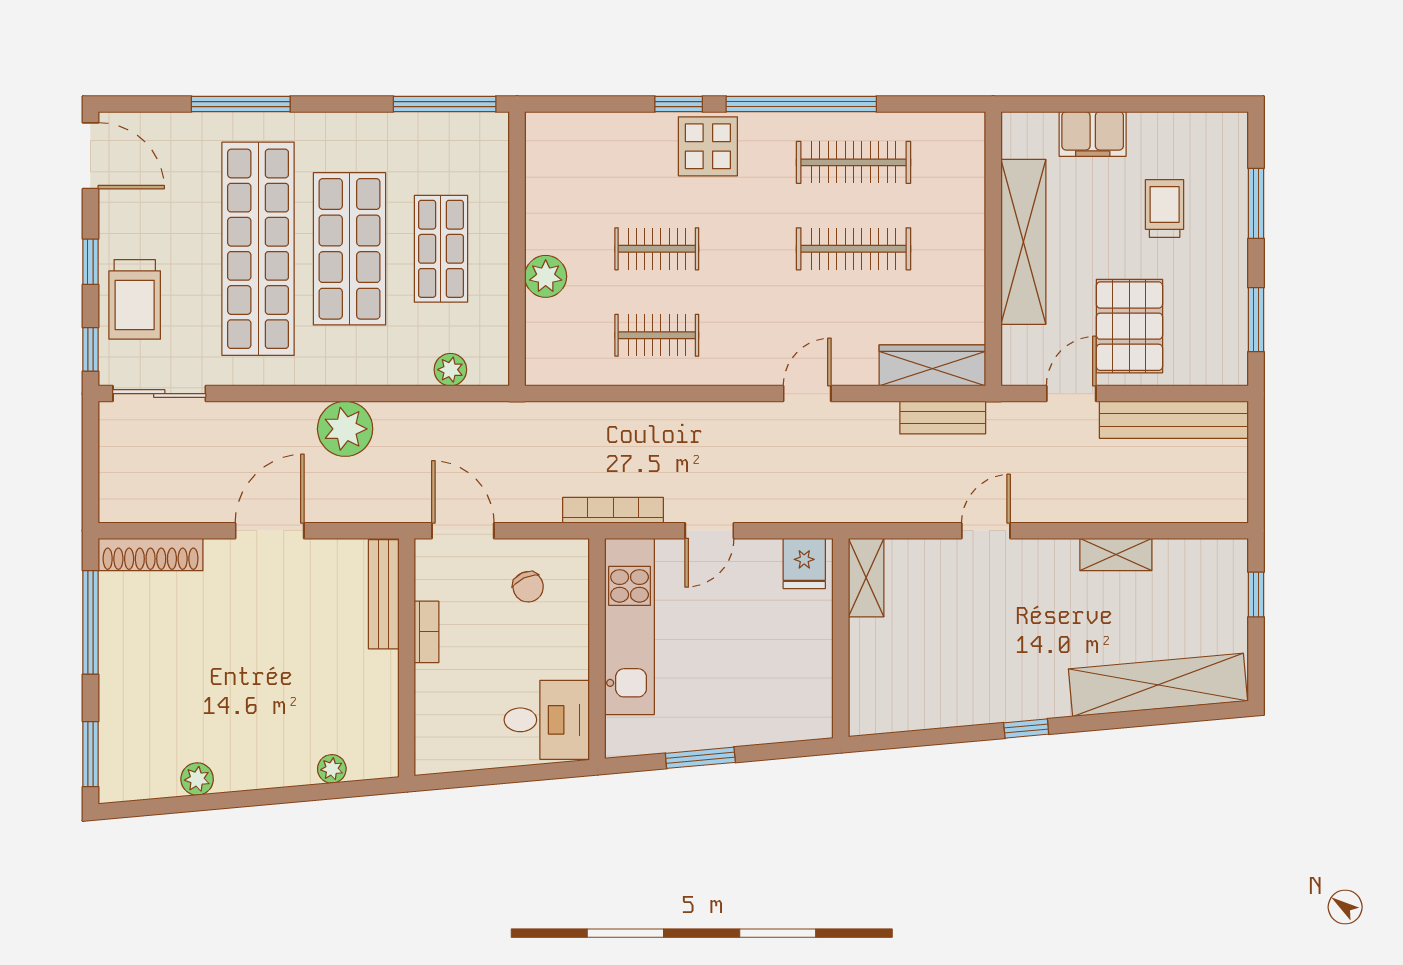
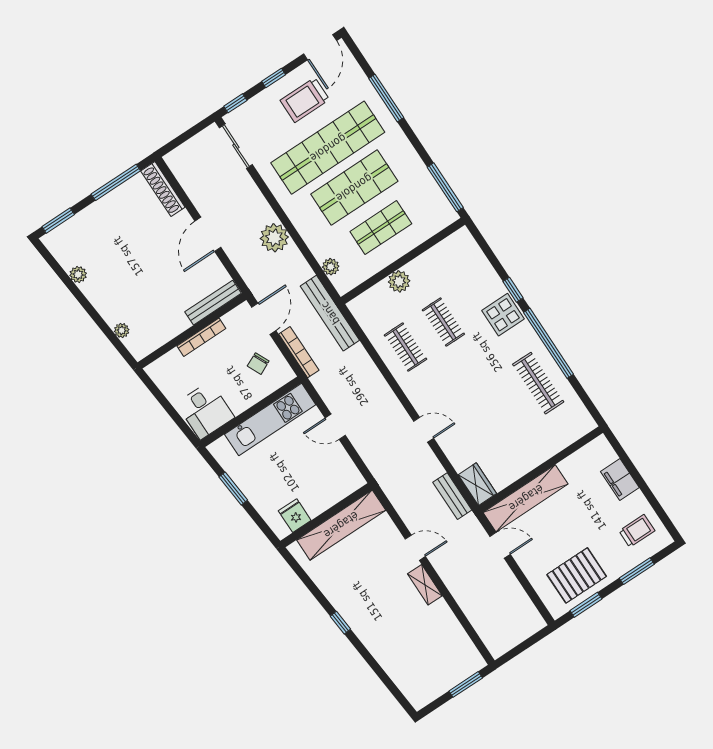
trolley: (1165, 208) -> (637, 531), moved
shelving: (1023, 242) -> (526, 498), moved
clothes rail: (854, 249) -> (500, 408), removed
trolley: (135, 299) -> (305, 100), moved
pallet: (1129, 326) -> (577, 575), moved
wardrobe: (932, 365) -> (477, 484), width x0.67
bench: (1174, 420) -> (330, 313), moved
bookcase: (613, 510) -> (299, 352), moved
door: (270, 531) -> (208, 234), swing flipped
shelving: (1116, 554) -> (425, 585), moved
fridge: (804, 563) -> (295, 516), moved, turned 90
shelving: (866, 578) -> (341, 525), width x2.20, depth x1.33
window: (1256, 594) -> (466, 684), width x1.50
bookcase: (427, 632) -> (201, 337), width x1.56
shelving: (1158, 685) -> (398, 668), removed

